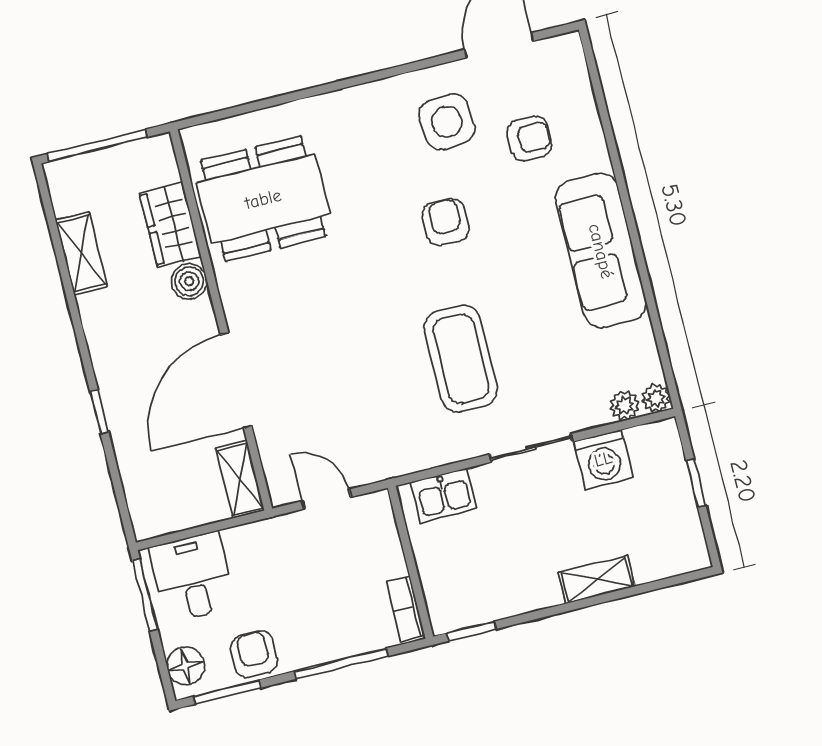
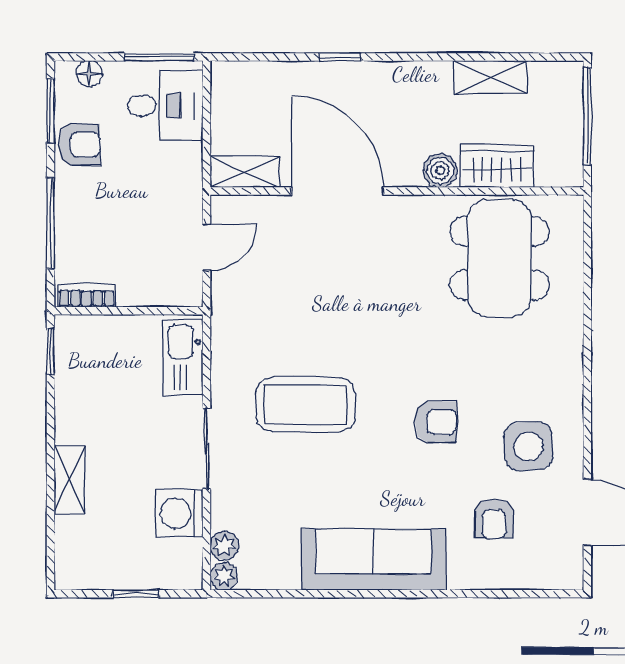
kitchen sink: (444, 495) -> (183, 357), width x1.38
floor lamp: (186, 666) -> (89, 74), width x0.73, depth x0.73

